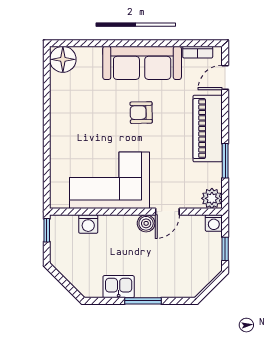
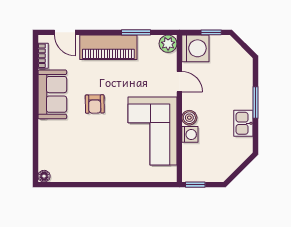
floor lamp: (63, 59) -> (44, 176), width x0.53, depth x0.53
sofa: (142, 63) -> (52, 94), width x0.73
boiler: (146, 223) -> (189, 118), moved
washing machine: (214, 223) -> (195, 48), width x1.89, depth x1.89
washing machine: (88, 224) -> (190, 134), moved

